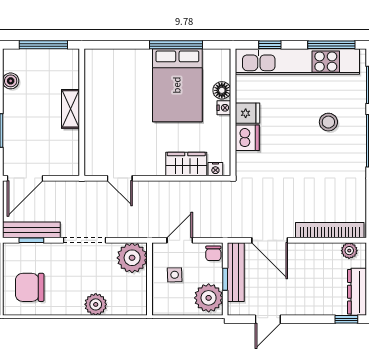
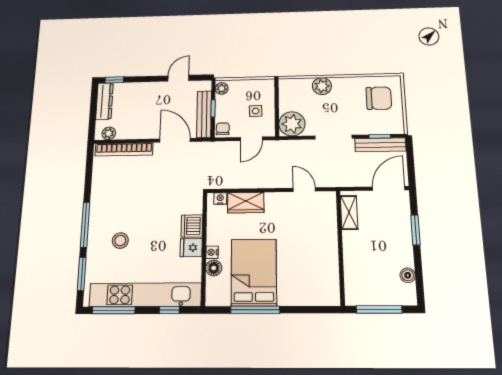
shelving: (71, 109) -> (349, 212), moved
plant: (209, 298) -> (222, 89), width x0.53, depth x0.53

